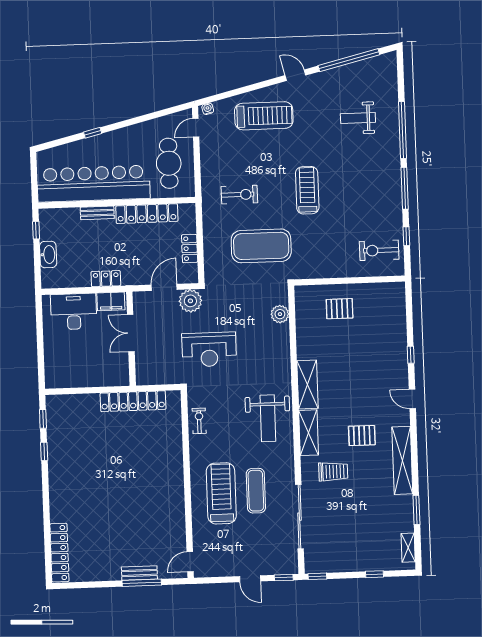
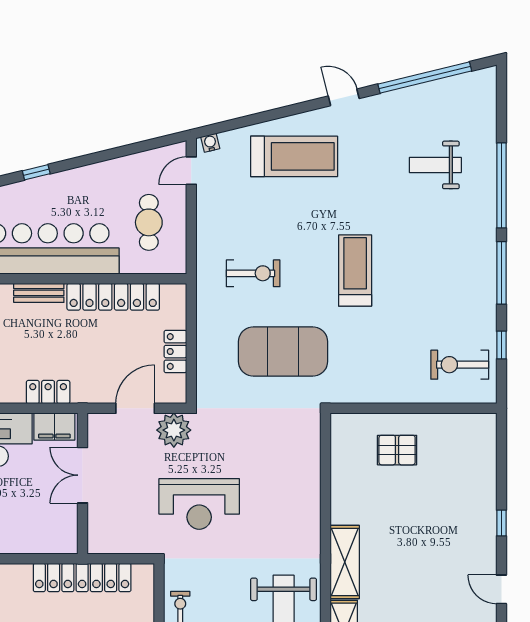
cafe table: (169, 163) -> (149, 222), width x0.73, depth x0.74
plant: (280, 314) -> (307, 455), removed

